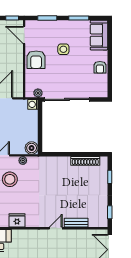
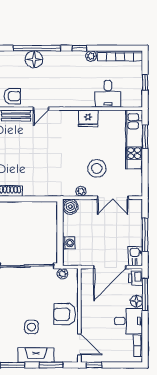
fireplace: (60, 26) -> (36, 355), added
armchair: (36, 60) -> (65, 314), turned -90
washing machine: (33, 104) -> (69, 243), moved
armchair: (79, 239) -> (12, 96), added

